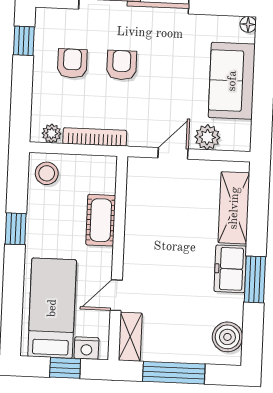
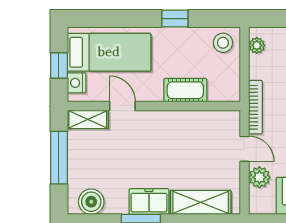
bookcase: (95, 137) -> (255, 107), moved

